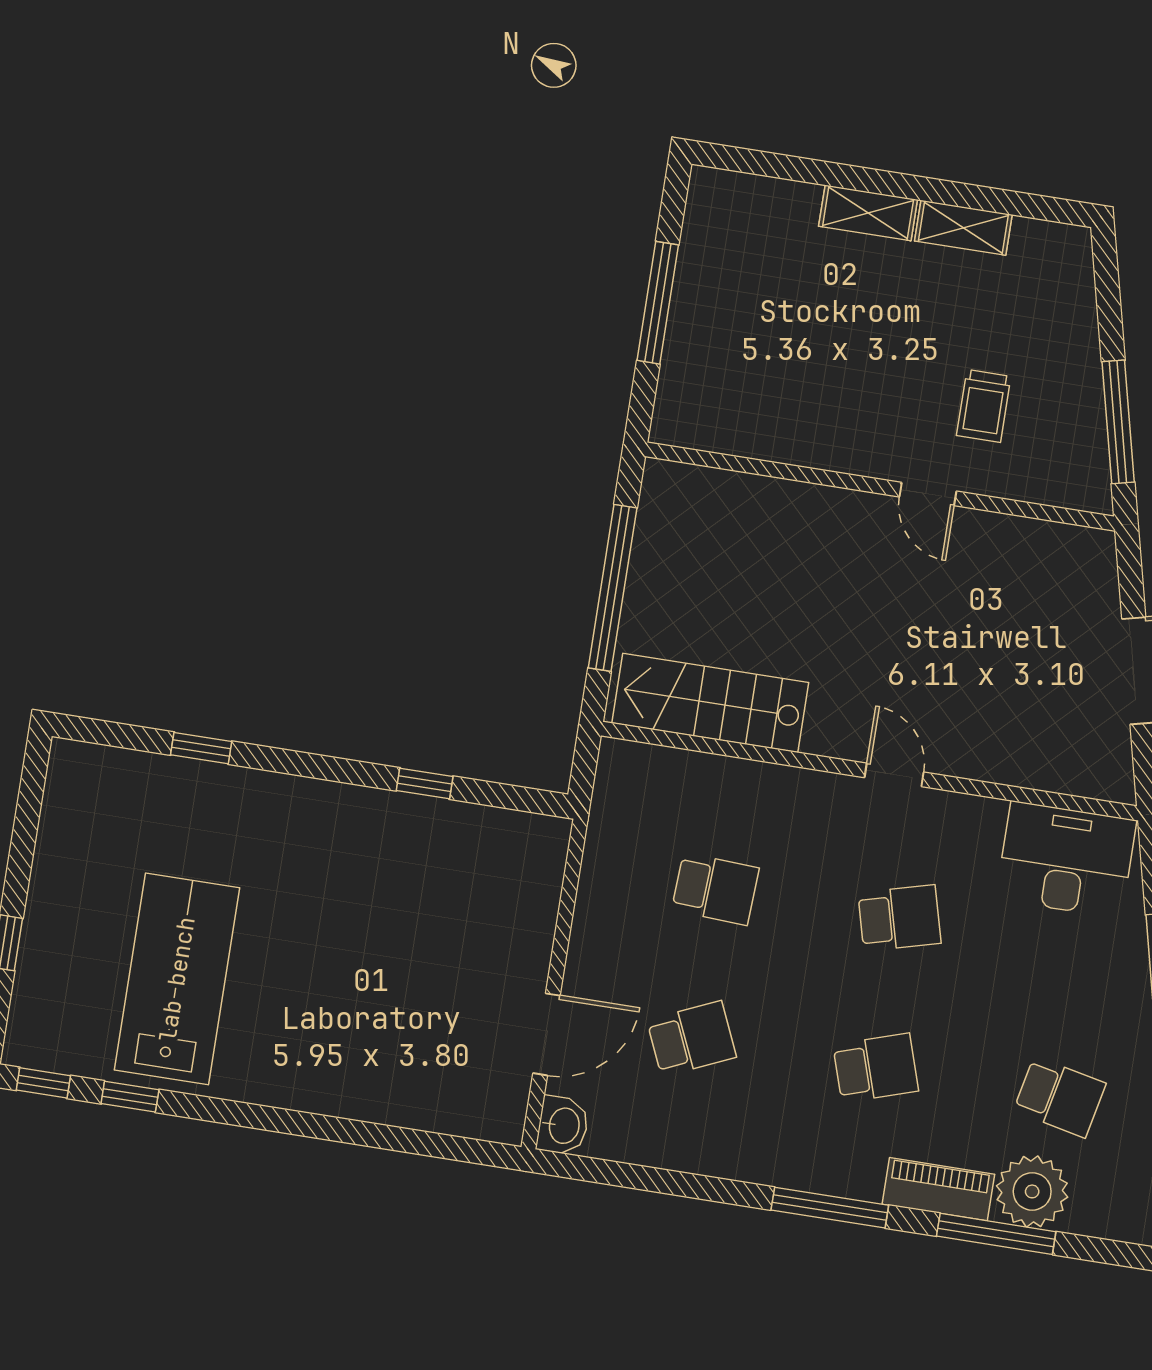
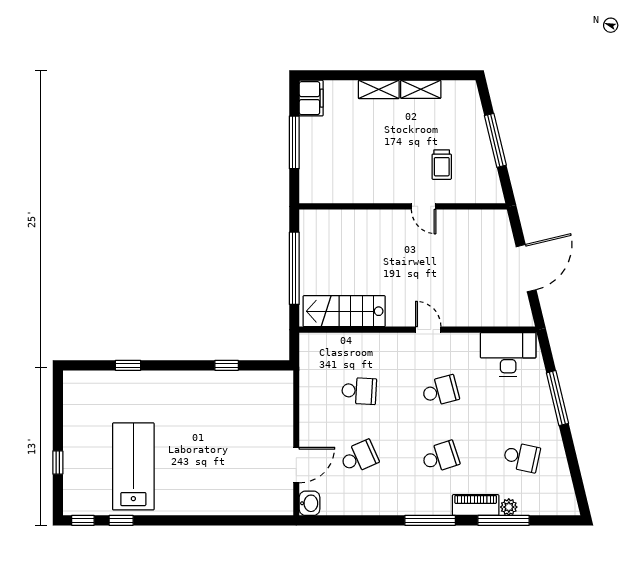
filing cabinet: (712, 208) -> (311, 98), added
window: (1118, 422) -> (495, 140), moved
plant: (1032, 1191) -> (509, 507), width x0.53, depth x0.53

